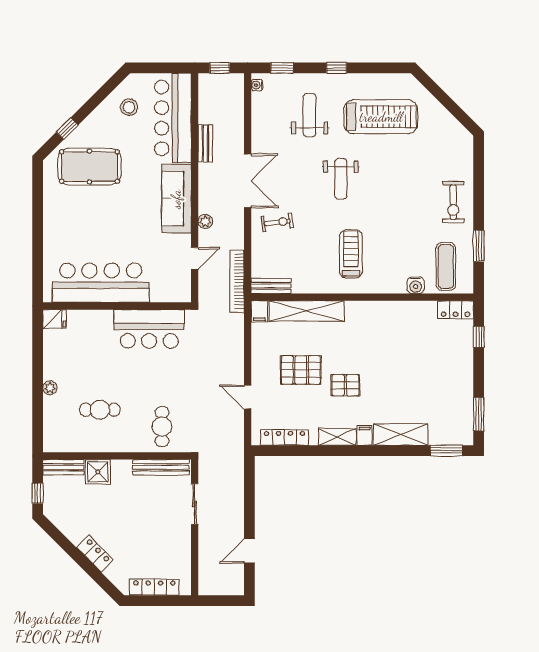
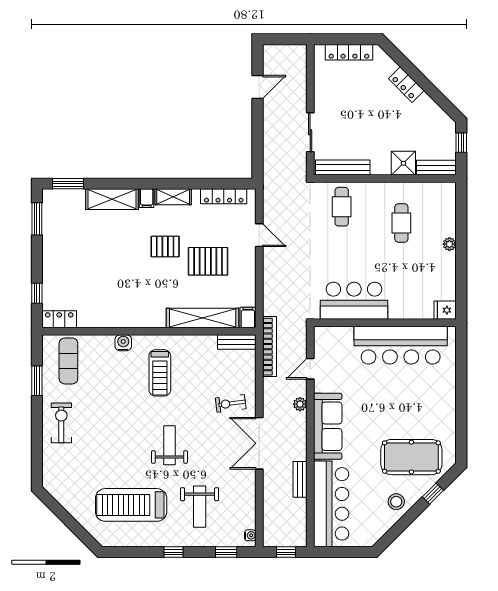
stool: (129, 107) -> (396, 502), moved
water cooler: (416, 285) -> (123, 343), moved
cafe table: (100, 410) -> (401, 223), turned 90

